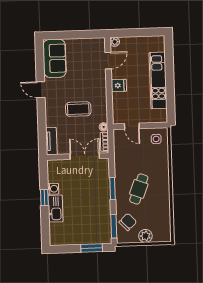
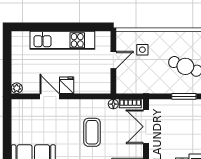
door: (108, 61) -> (49, 96), moved
door: (132, 126) -> (113, 60), moved
side table: (156, 139) -> (142, 50), moved

